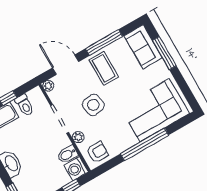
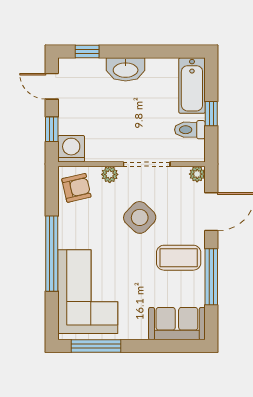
window: (164, 53) -> (96, 346), moved
side table: (93, 105) -> (140, 217), turned -36
armchair: (97, 152) -> (76, 188), turned -103
bidet: (68, 154) -> (96, 148), removed

